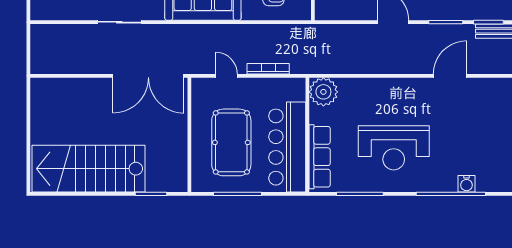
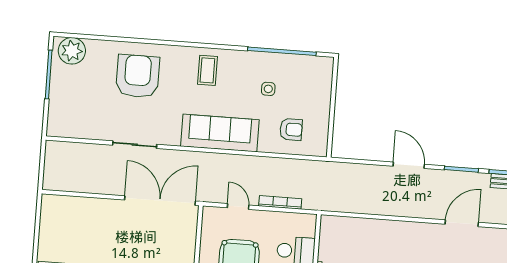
double door: (148, 76) -> (160, 201), swing flipped
plant: (323, 92) -> (334, 230), removed

